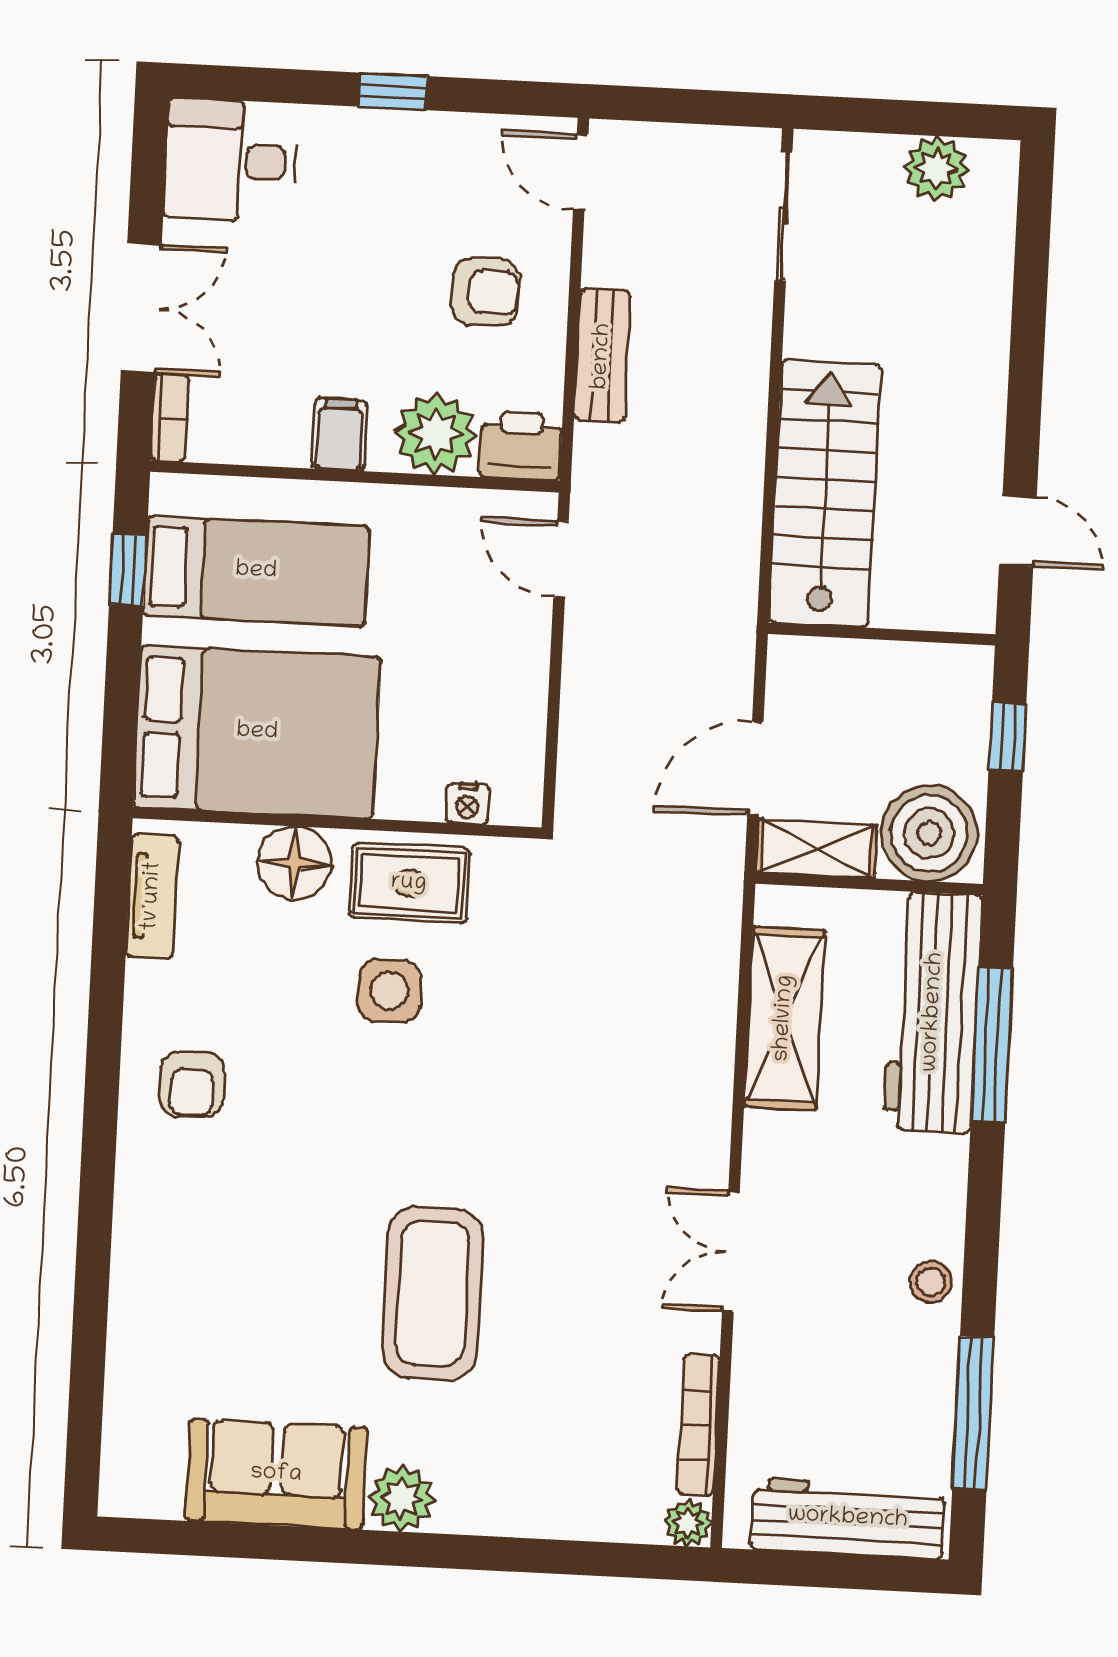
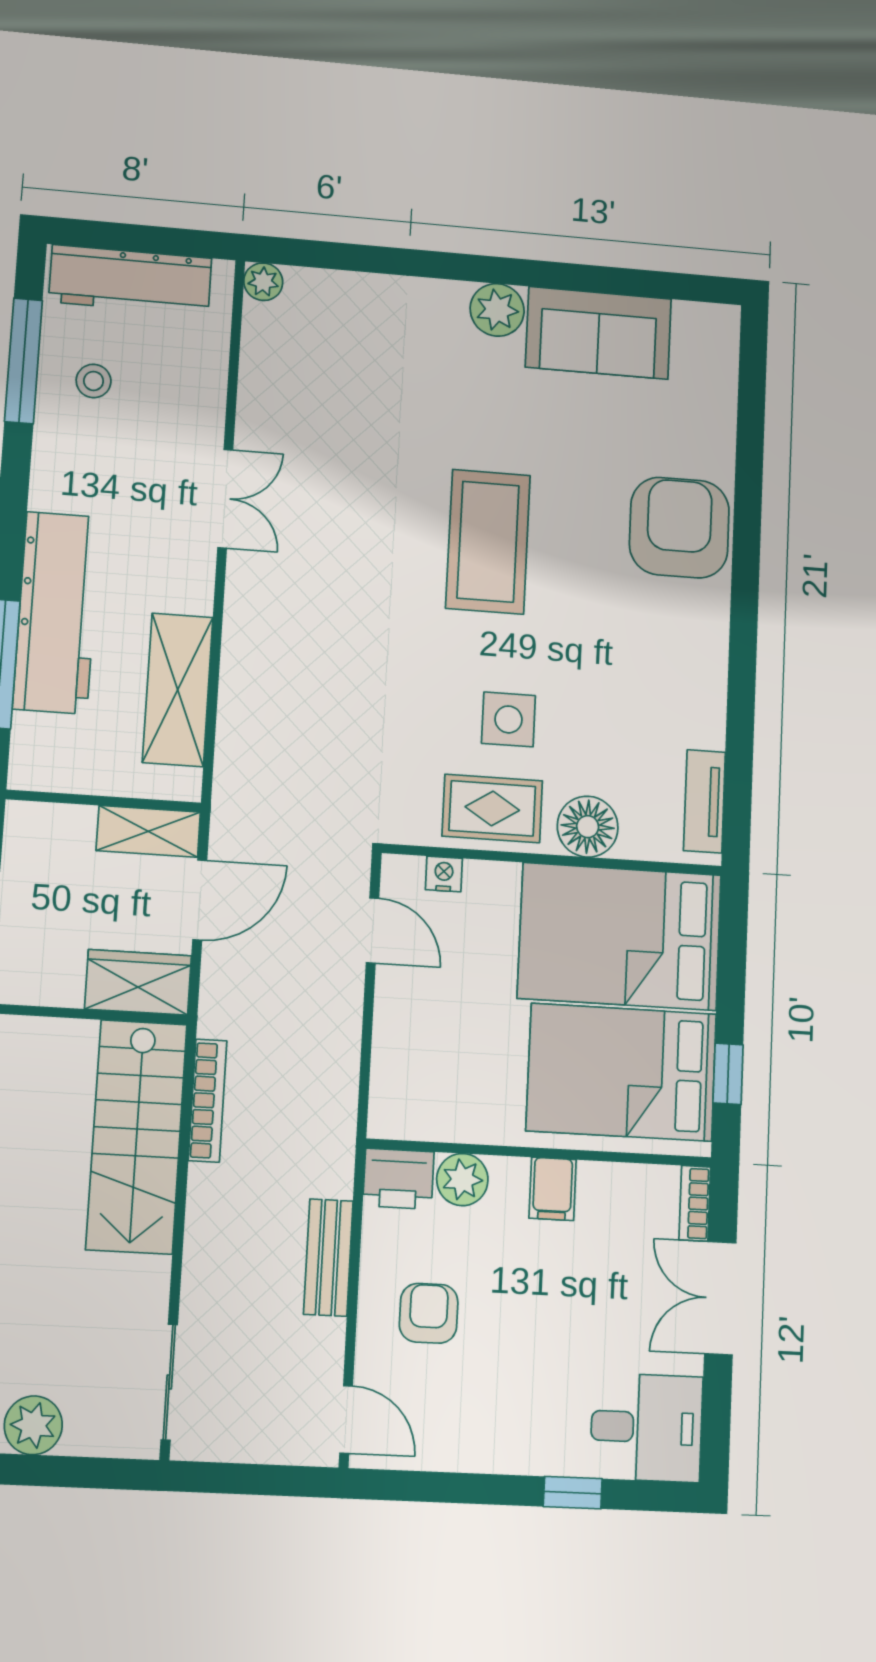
window: (393, 91) -> (573, 1493), moved
armchair: (485, 292) -> (429, 1313), turned 90
plant: (436, 434) -> (462, 1180), width x0.73, depth x0.73
door: (561, 559) -> (373, 931), moved
bed: (256, 571) -> (621, 1072), width x1.50
wardrobe: (826, 672) -> (138, 982), added
boiler: (929, 833) -> (51, 843), removed
workbench: (933, 1012) -> (57, 613), moved
armchair: (192, 1084) -> (679, 528), moved, width x1.88, depth x1.88
stool: (931, 1282) -> (94, 381), moved
coffee table: (432, 1293) -> (488, 542), moved
bookcase: (698, 1425) -> (208, 1101), moved

